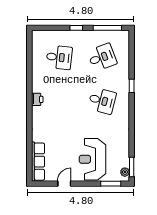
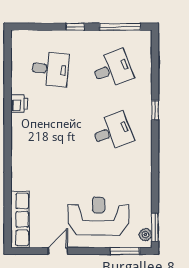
printer: (37, 99) -> (19, 104), moved
desk: (102, 101) -> (112, 132), turned -36
reception desk: (92, 159) -> (99, 216), turned 90

